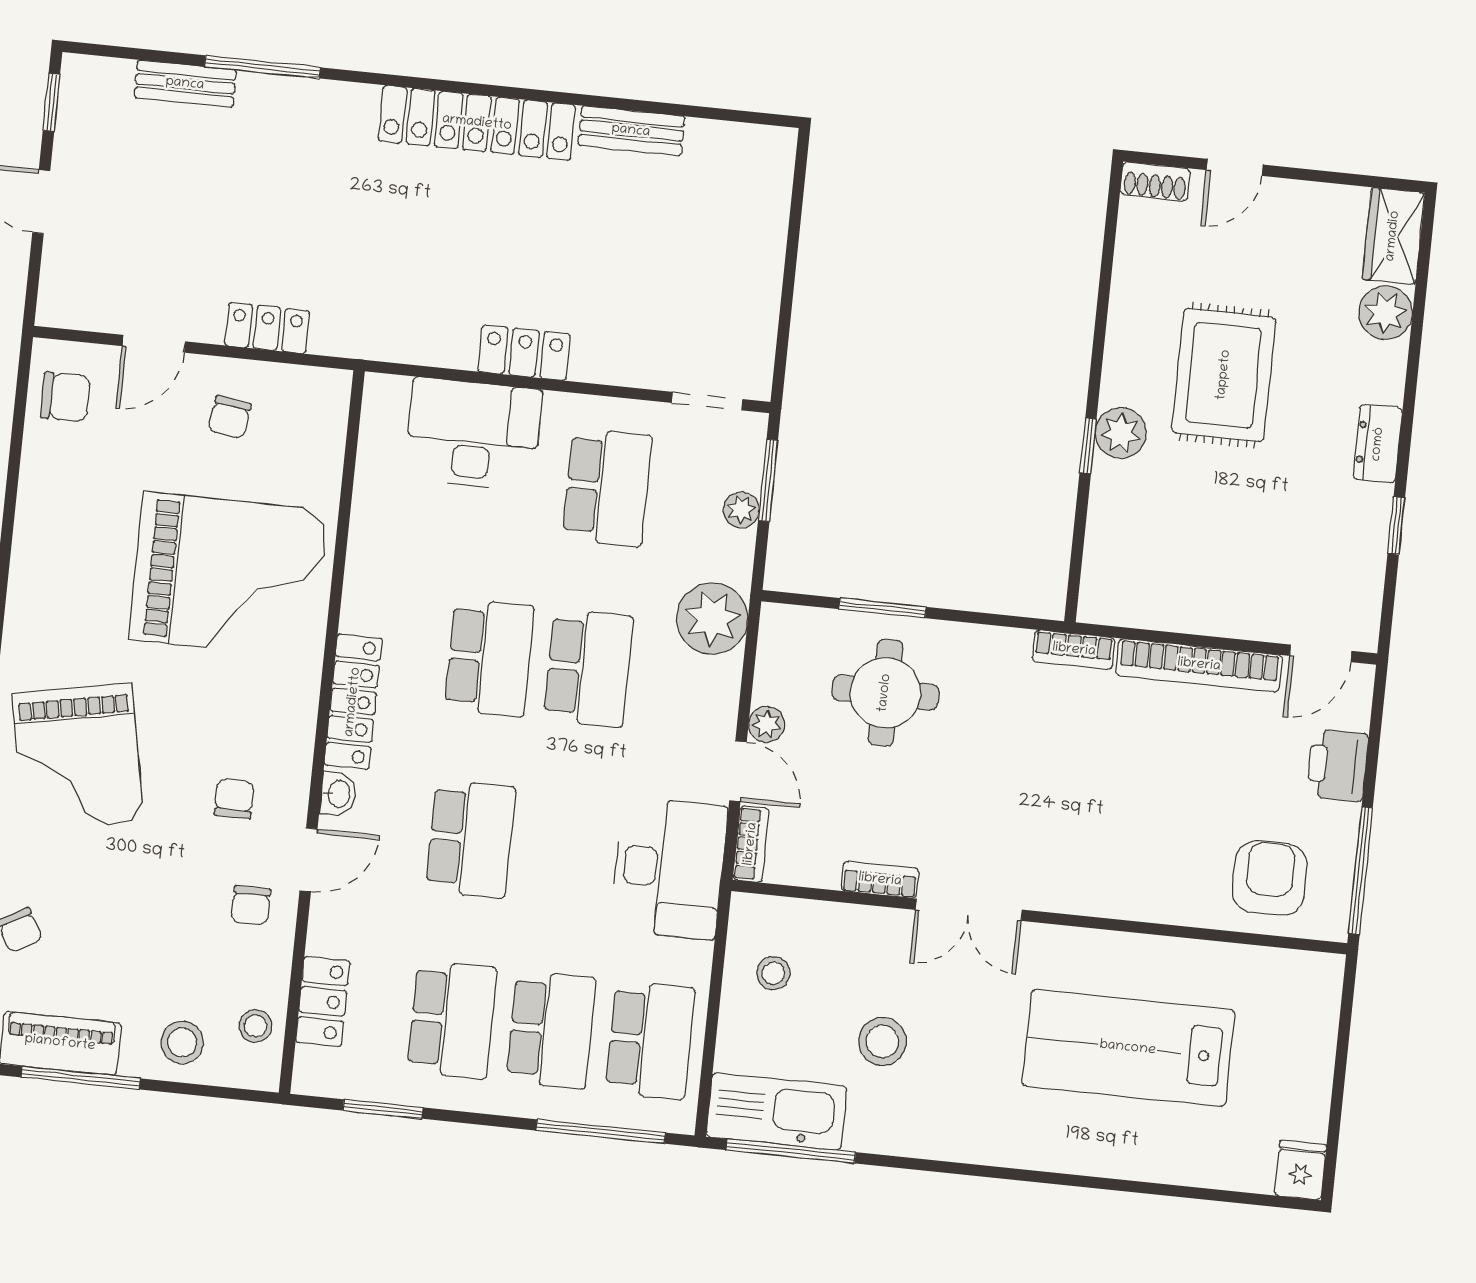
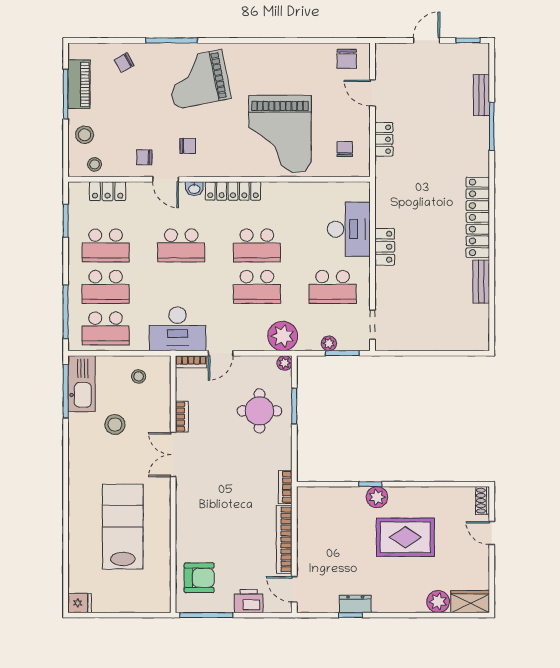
chair: (230, 417) -> (345, 149), moved, turned 82
dresser: (1378, 444) -> (355, 604), moved
plant: (767, 724) -> (284, 363), moved

